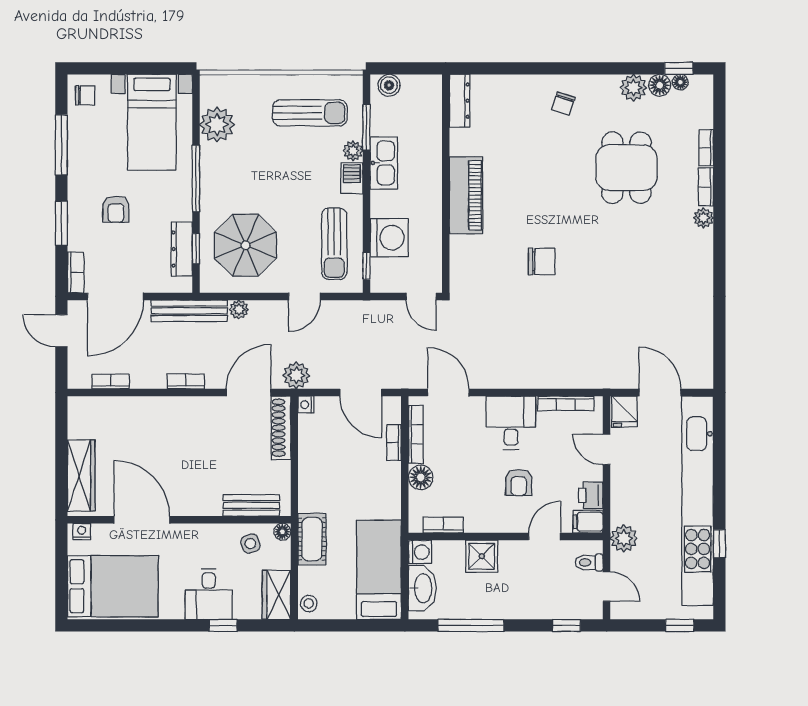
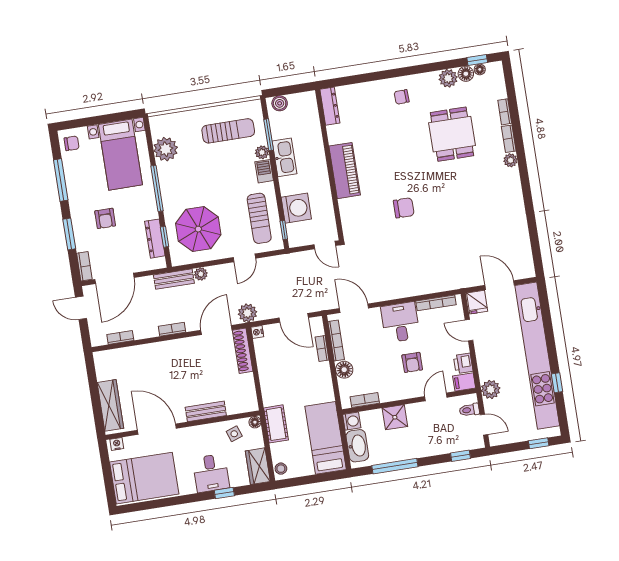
chair: (563, 104) -> (402, 97), turned 70
bench: (189, 311) -> (174, 279), width x0.73
bench: (251, 505) -> (206, 411), moved

